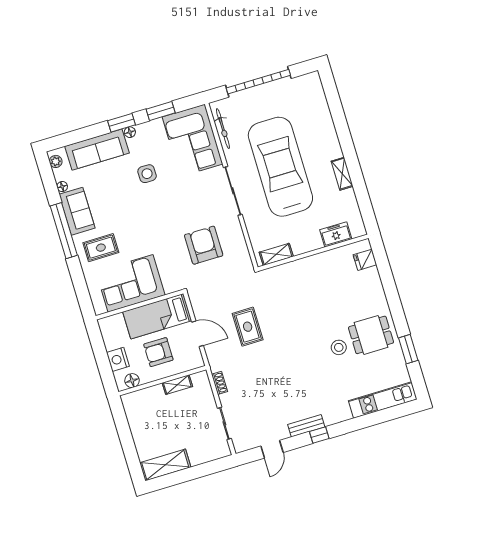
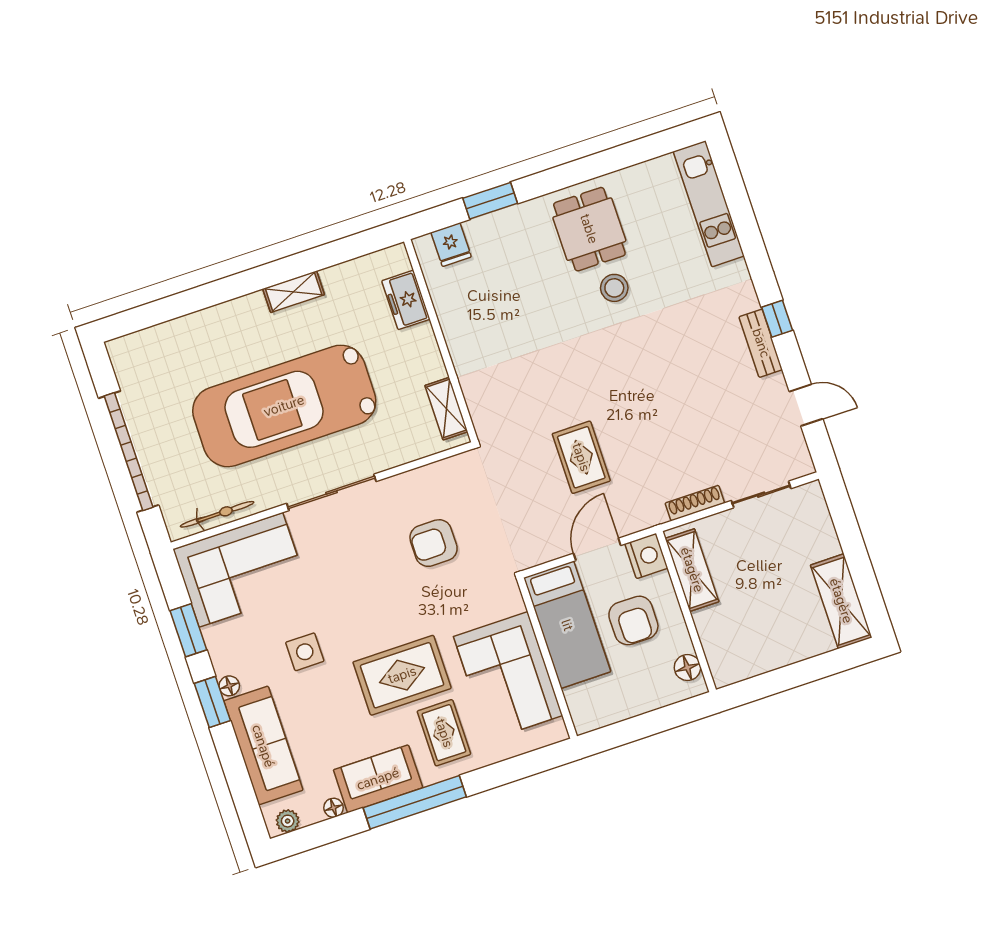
rug: (133, 226) -> (402, 675), added
armchair: (204, 245) -> (434, 543), width x0.73, depth x0.73
rug: (248, 327) -> (581, 457), turned 90
window: (408, 349) -> (490, 201), moved
nightstand: (118, 359) -> (646, 556), moved, turned -90
shoe rack: (220, 383) -> (695, 503), width x1.43
shelving: (177, 385) -> (692, 570), width x1.50, depth x1.33

